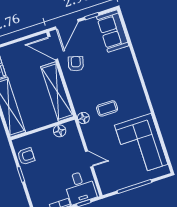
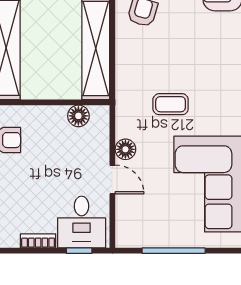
floor lamp: (83, 118) -> (125, 149), moved

